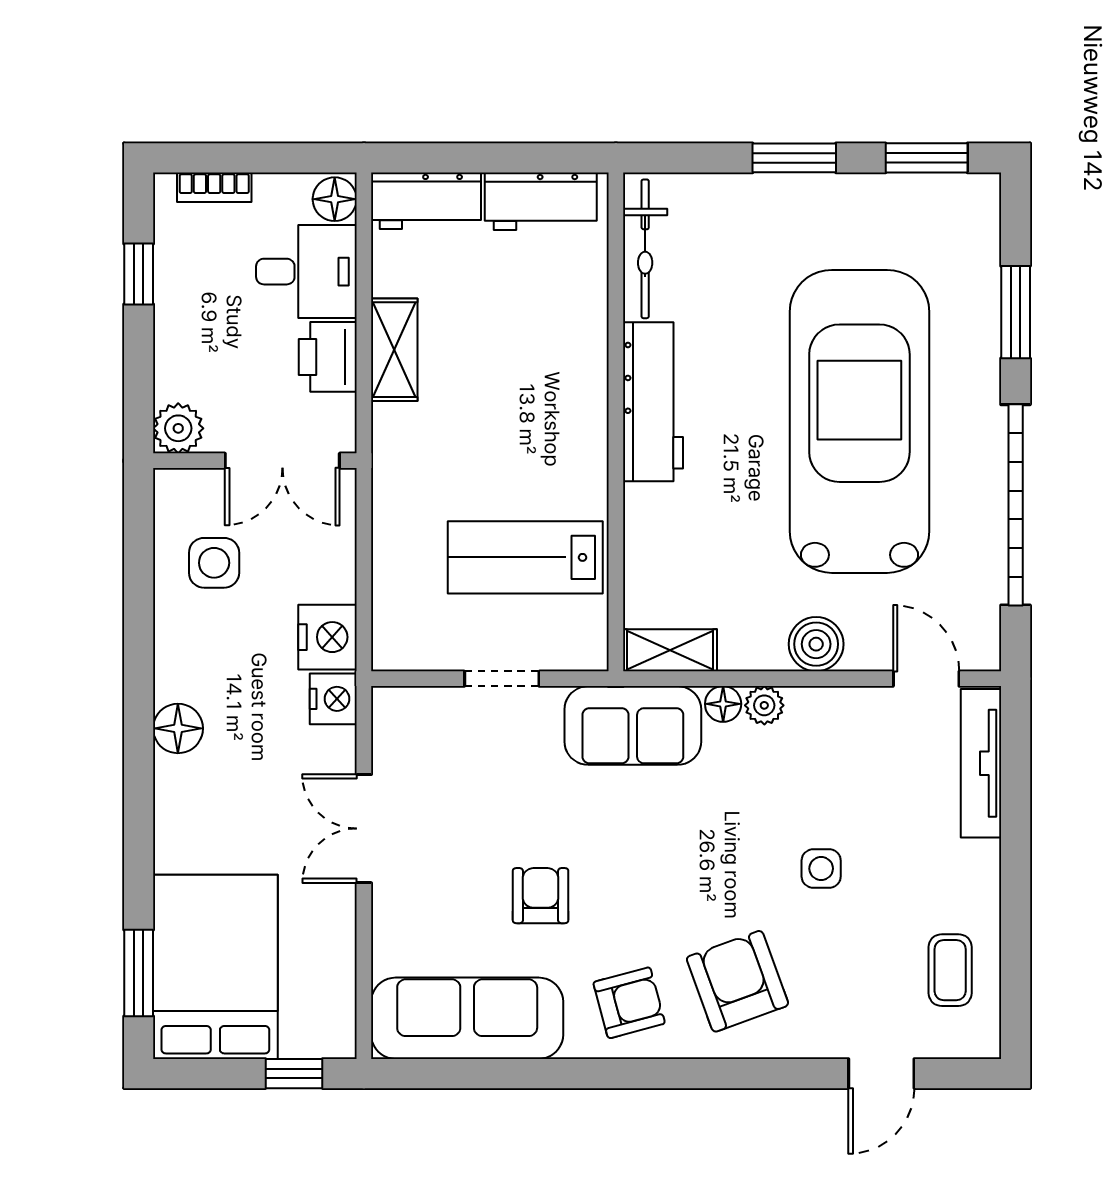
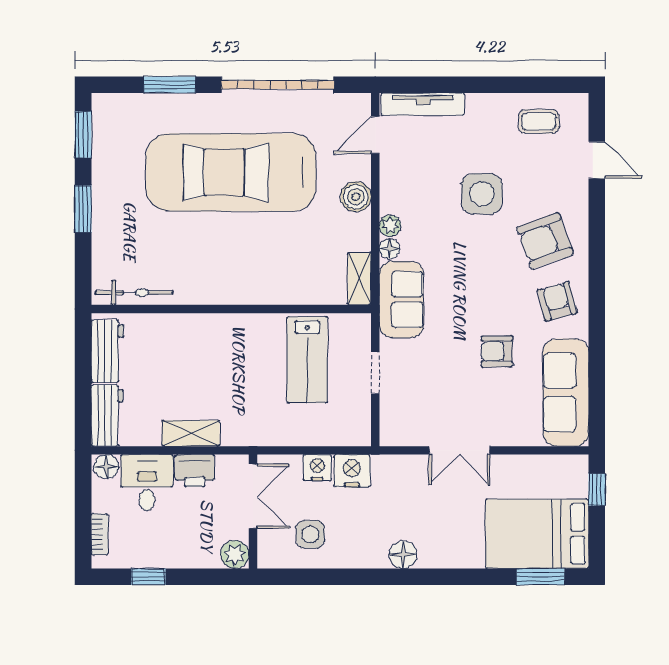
workbench: (653, 402) -> (220, 288), removed
nightstand: (333, 699) -> (317, 468), moved
side table: (821, 869) -> (482, 194), width x1.87, depth x1.87

